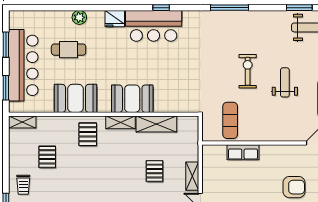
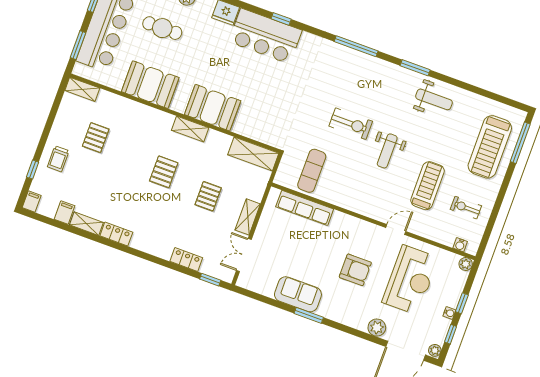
window: (299, 8) -> (415, 68), moved
exercise bike: (248, 71) -> (351, 124), turned 90
weight bench: (285, 82) -> (387, 151), turned 180
shelving: (156, 124) -> (253, 154), moved
pallet: (88, 134) -> (164, 172), moved
row of seats: (243, 152) -> (305, 208), width x1.48

